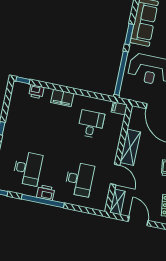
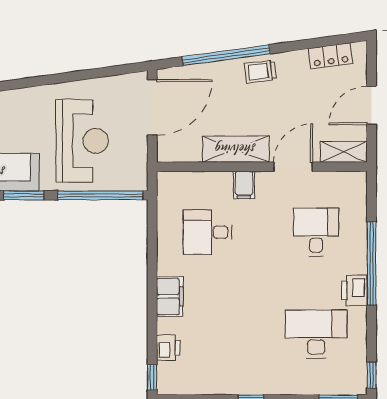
filing cabinet: (119, 108) -> (244, 185), moved
desk: (79, 179) -> (316, 232), width x0.73
window: (43, 201) -> (371, 263), moved

